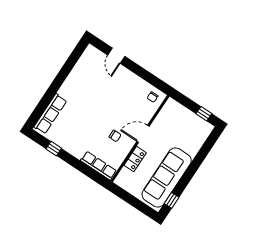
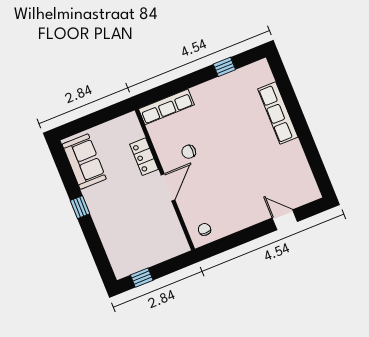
row of seats: (50, 114) -> (278, 113), moved
sofa: (167, 177) -> (84, 162), width x0.54, depth x0.79
window: (172, 200) -> (80, 207), moved

